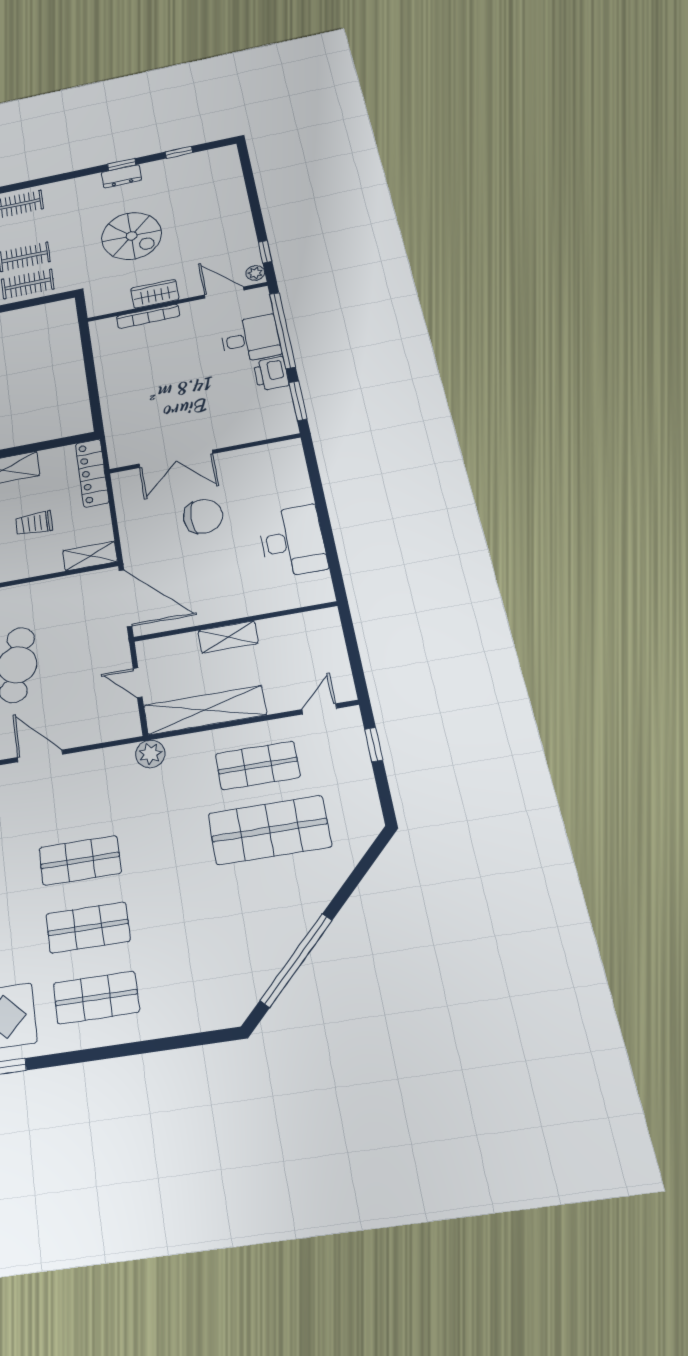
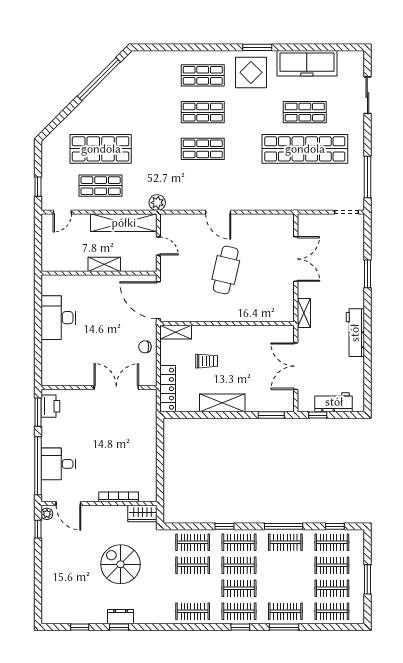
wardrobe: (155, 294) -> (142, 513), moved
printer: (271, 374) -> (50, 406), moved
chair: (203, 516) -> (145, 347), moved, width x0.54, depth x0.54

